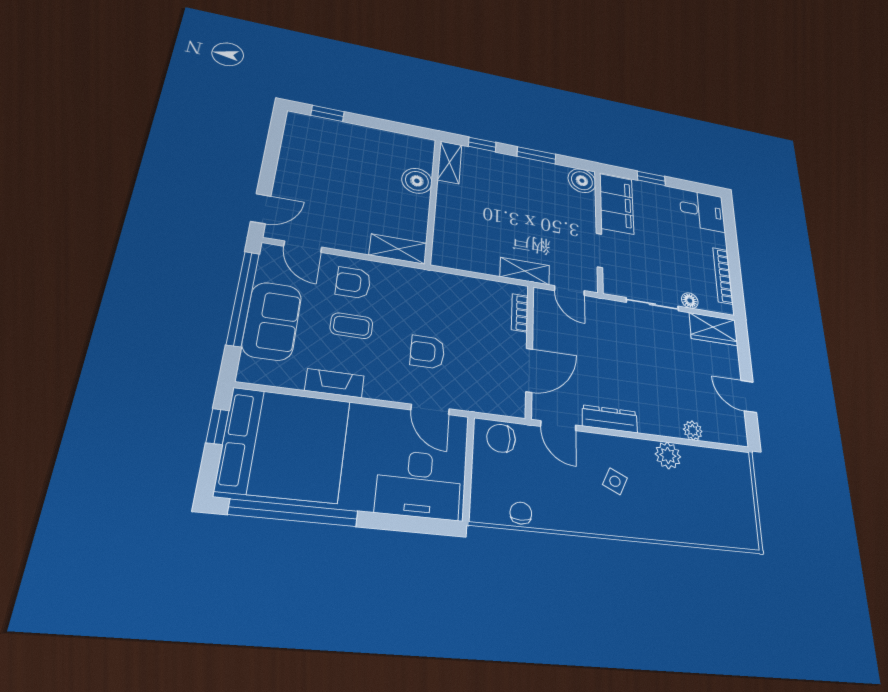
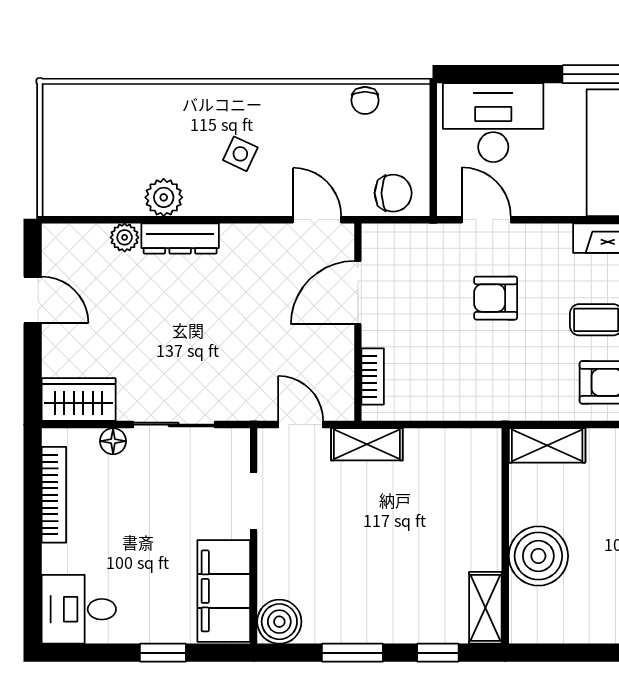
boiler: (417, 181) -> (538, 556), width x1.37, depth x1.37
armchair: (427, 352) -> (496, 298), turned 180
dresser: (610, 419) -> (180, 238), moved

